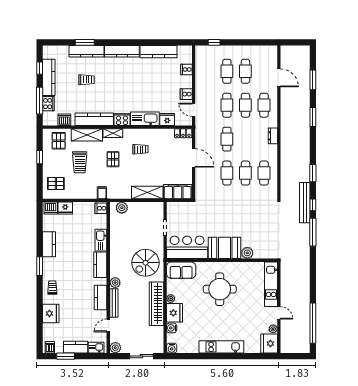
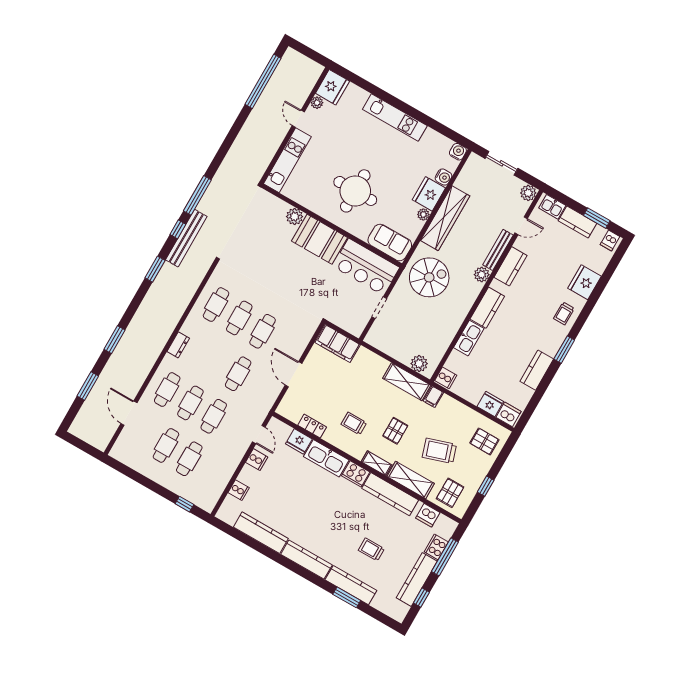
locker: (183, 133) -> (312, 426), moved
trolley: (80, 162) -> (439, 451), turned -108
shelving: (147, 193) -> (407, 382), moved

